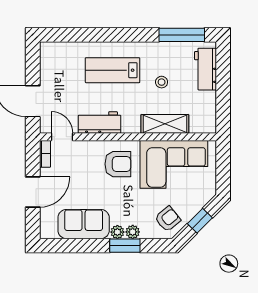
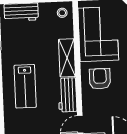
stool: (162, 82) -> (62, 13), moved
shelving: (165, 124) -> (67, 58), moved

